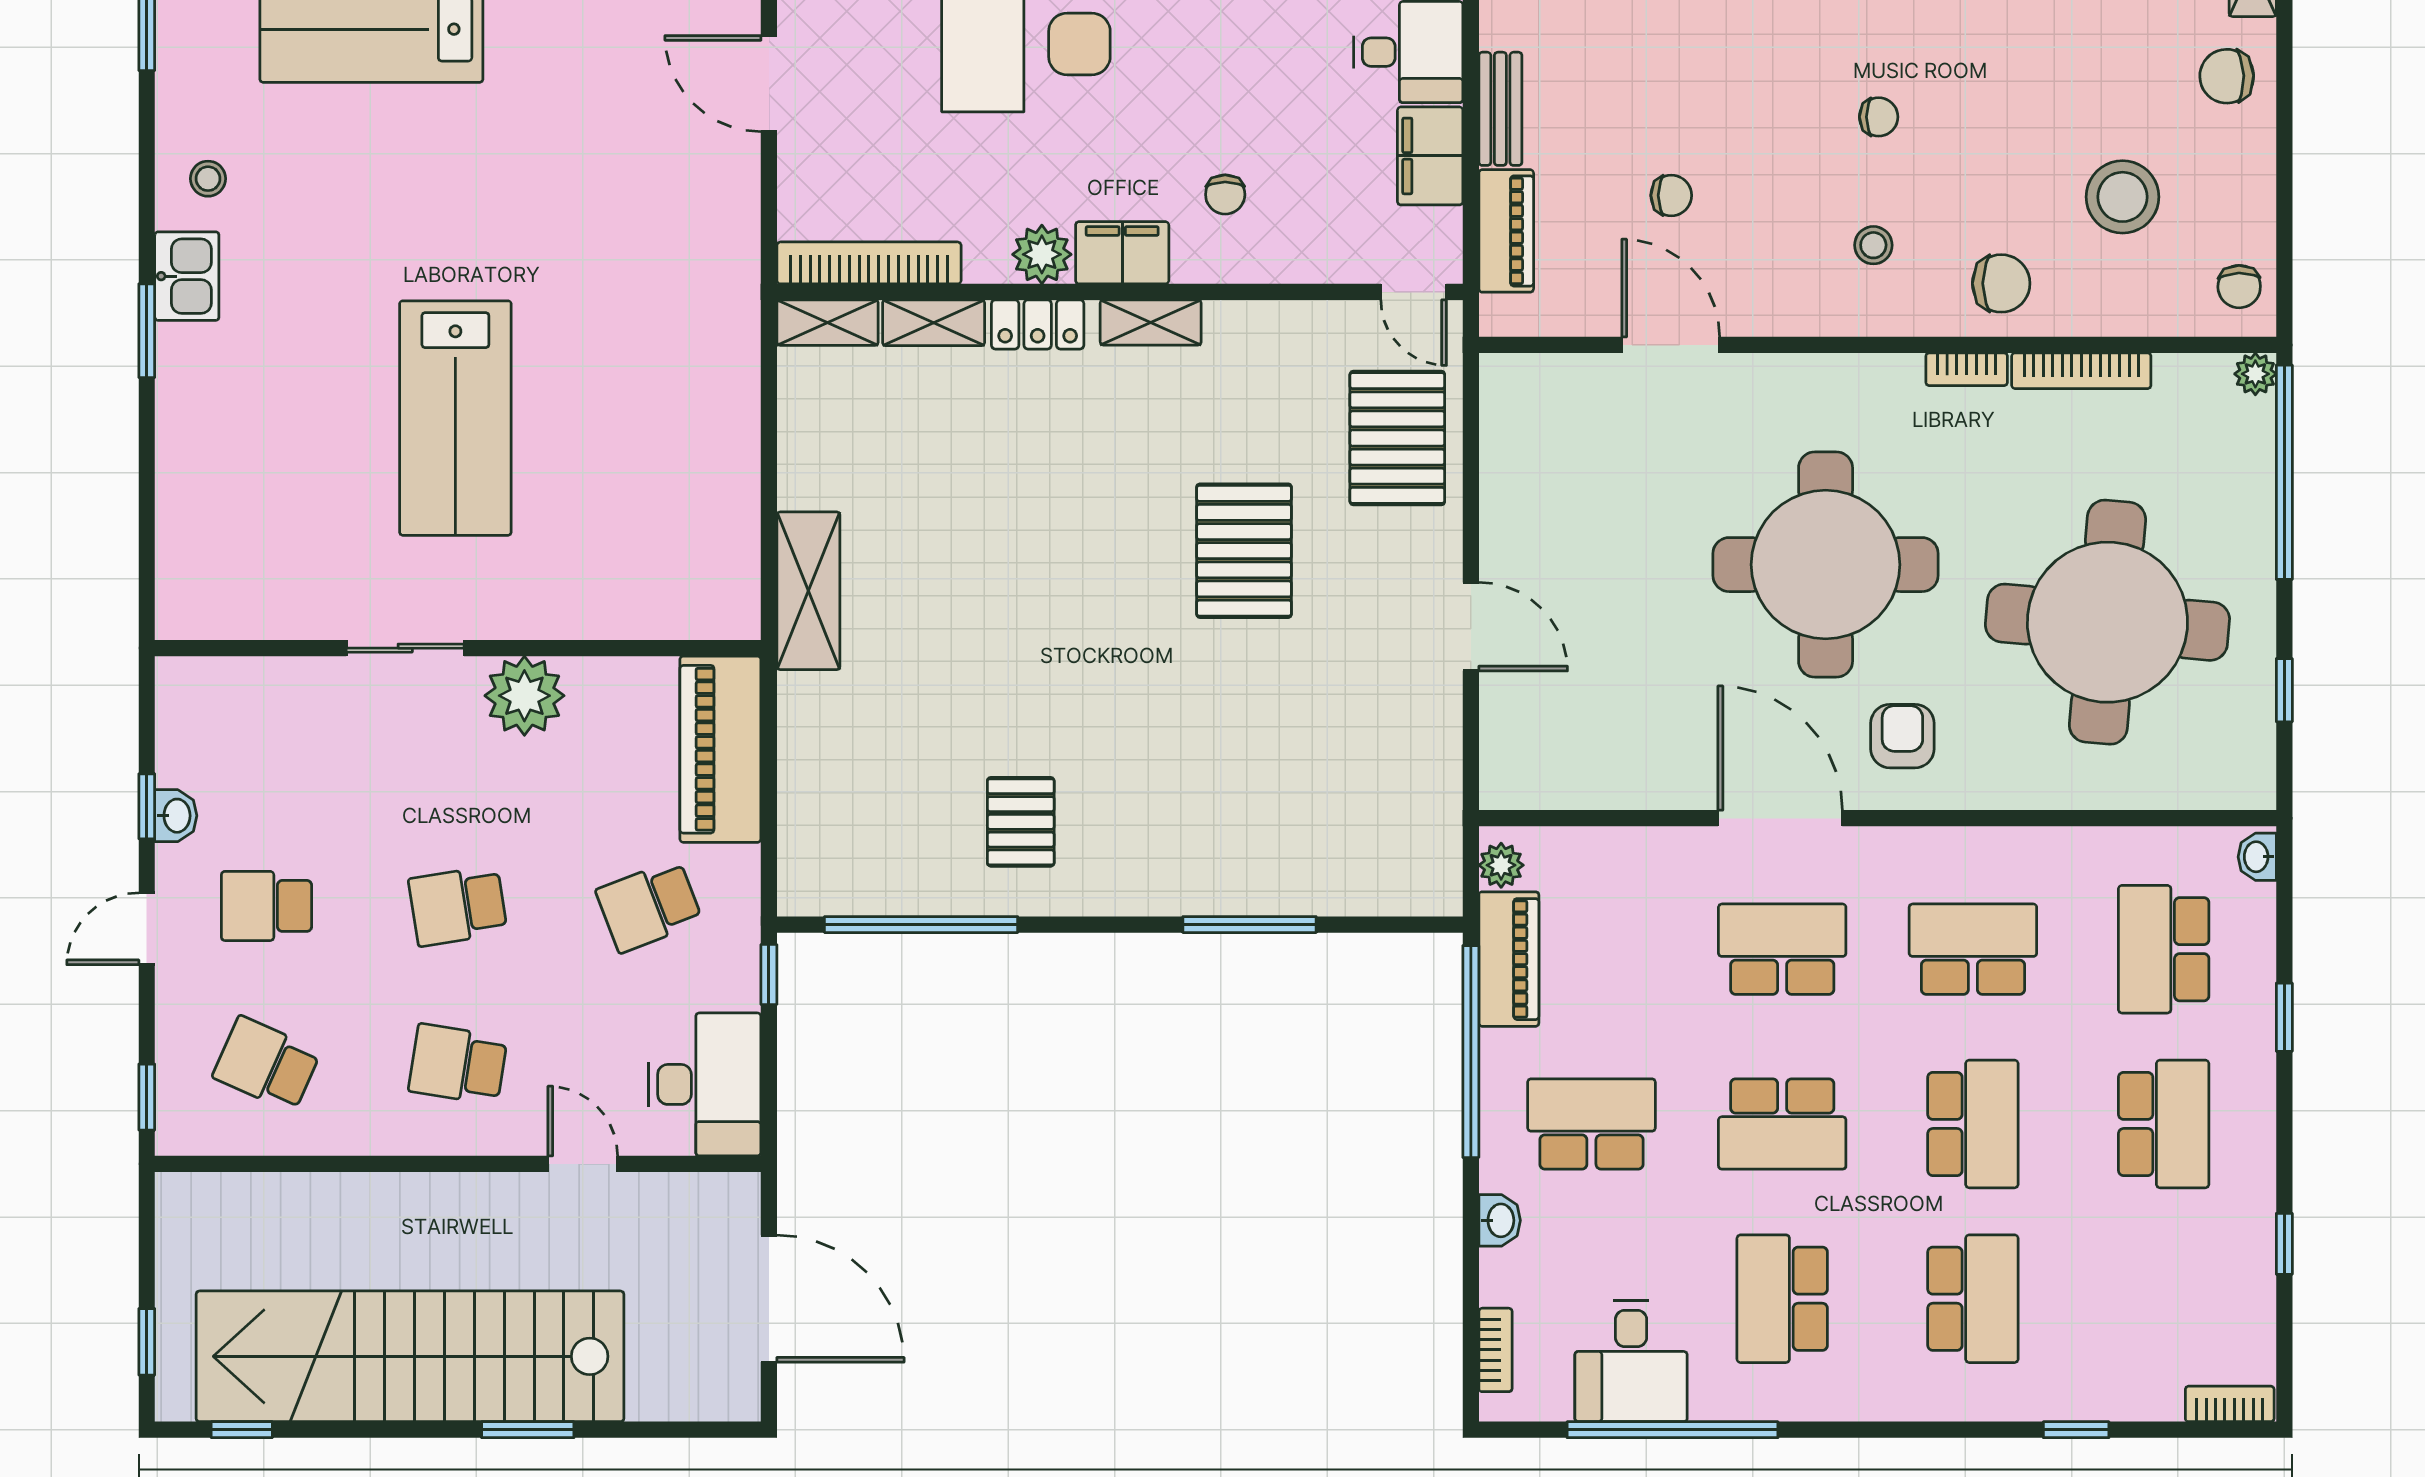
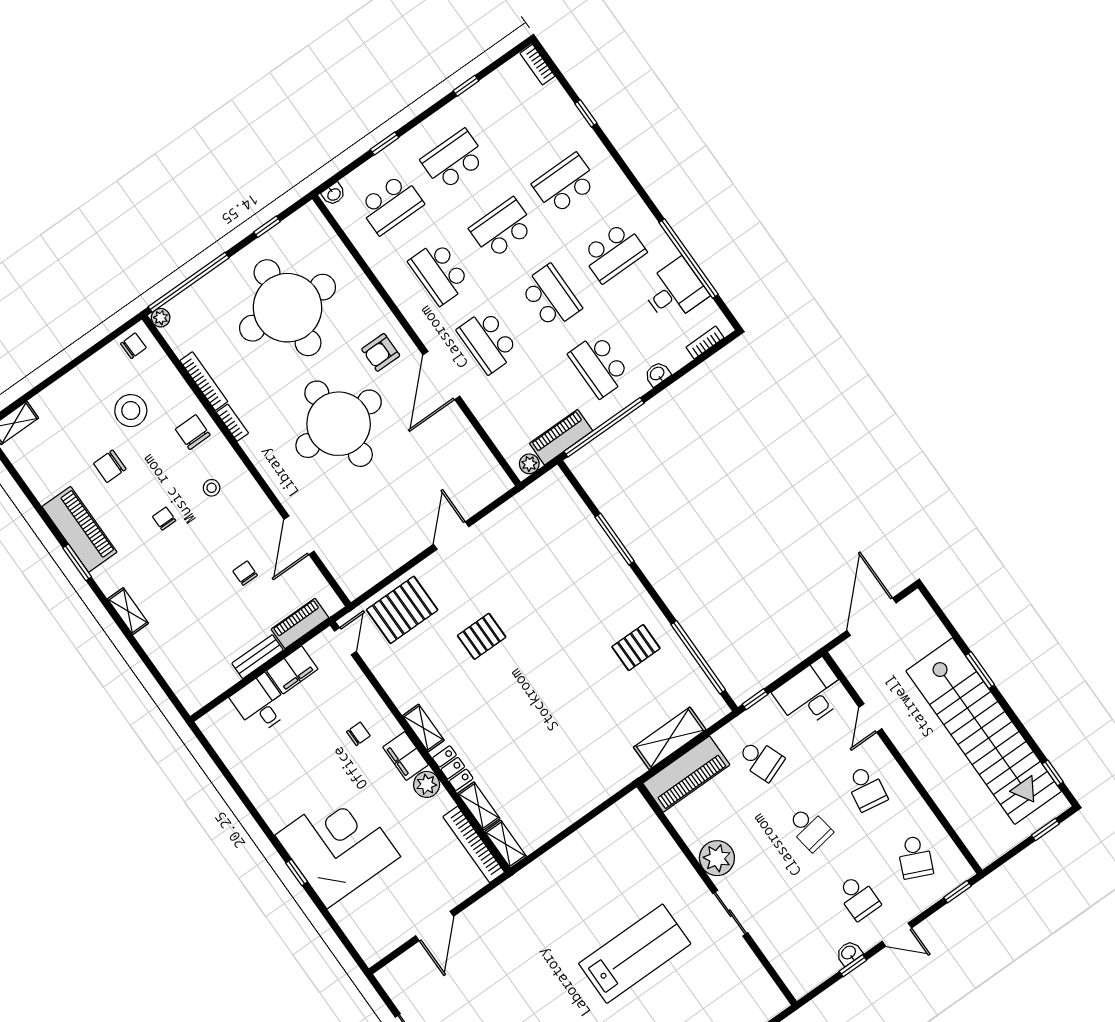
chair: (2227, 76) -> (110, 466), moved, turned 92
pallet: (1244, 551) -> (482, 636), width x0.67, depth x0.71
shelving: (808, 591) -> (670, 738), moved

